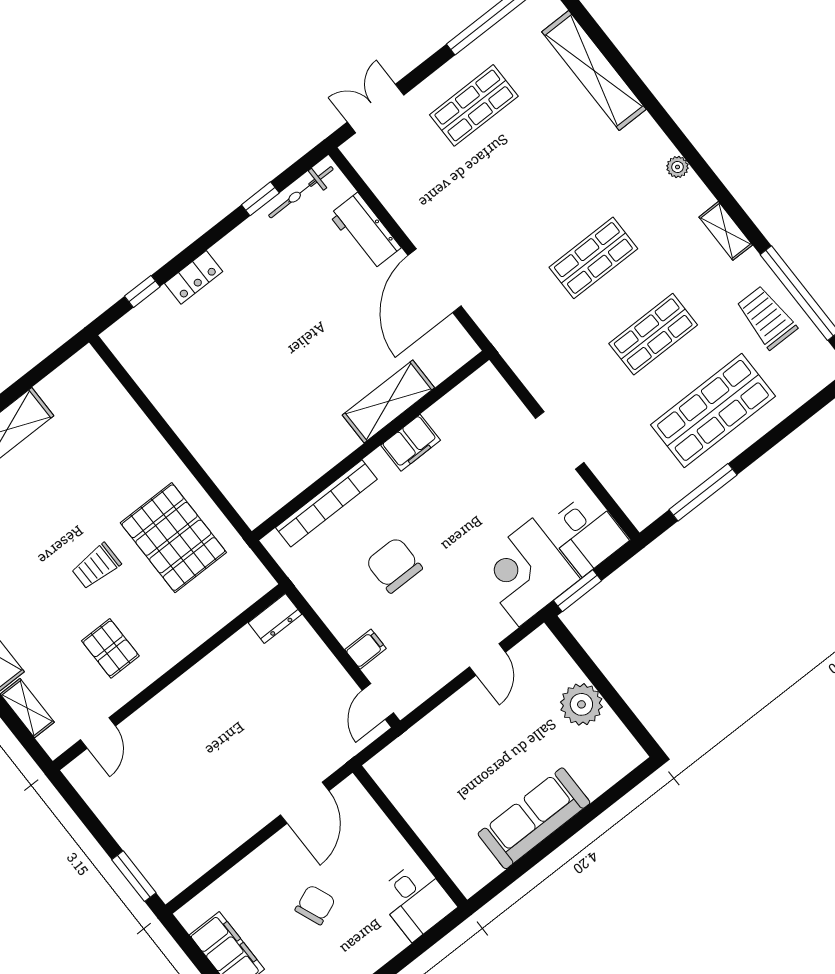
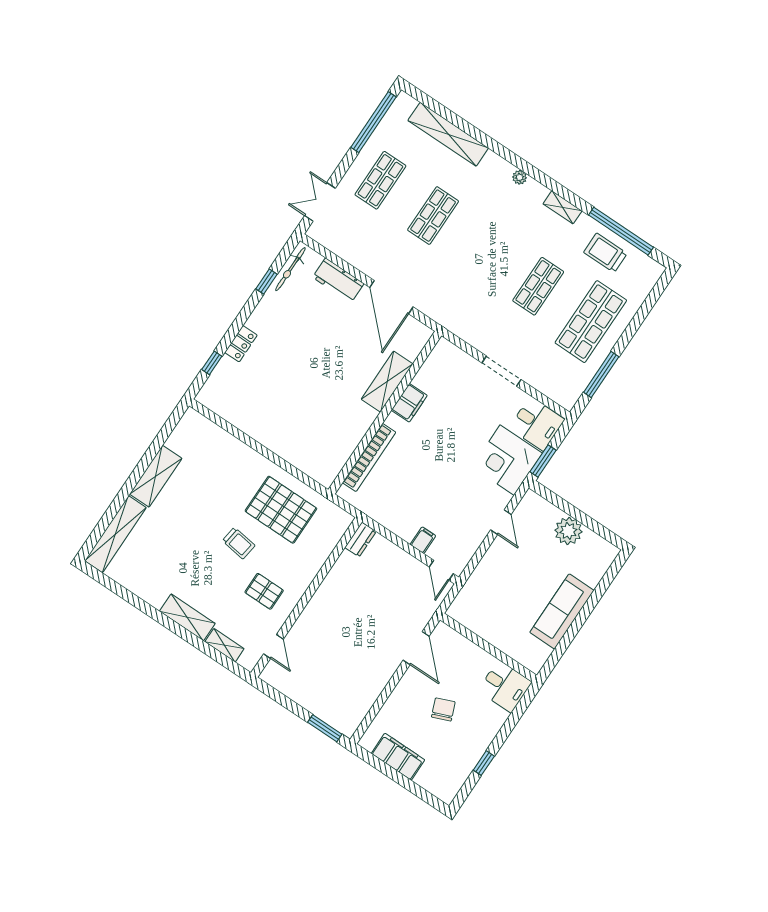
shop shelf: (593, 258) -> (433, 216), moved
chair: (394, 565) -> (424, 482), removed
trolley: (96, 566) -> (239, 543), turned -82

